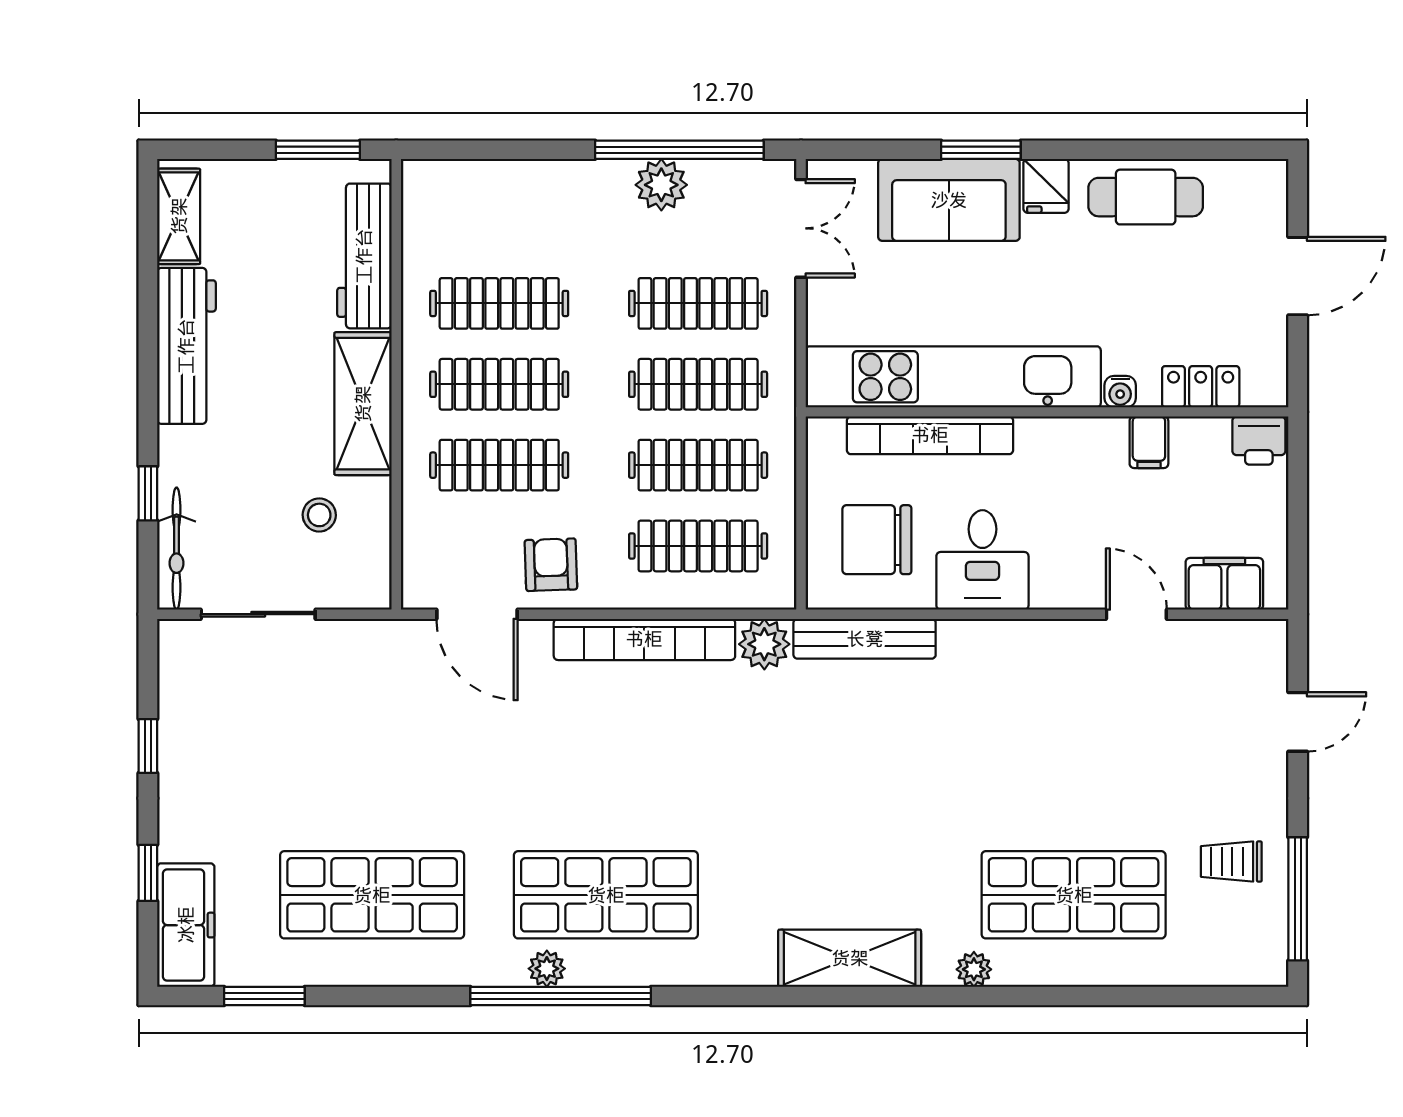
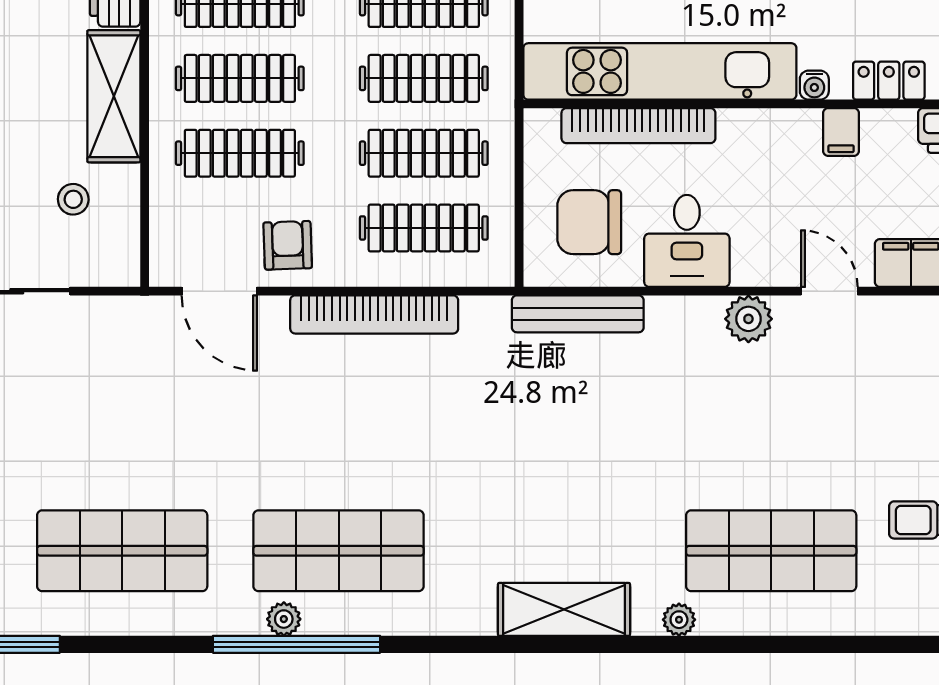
plant: (764, 644) -> (748, 319), moved

